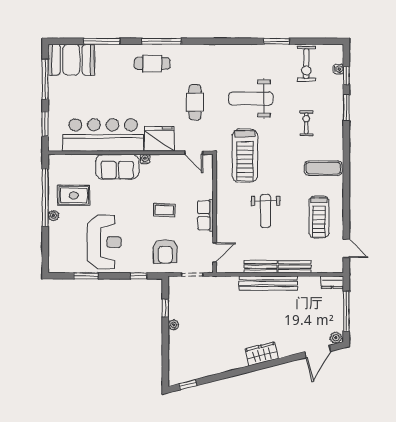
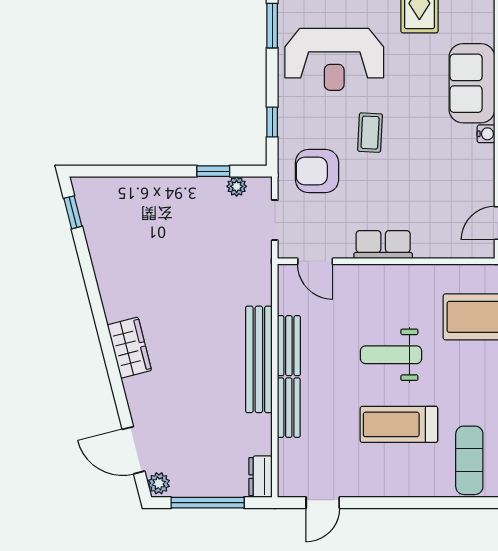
coffee table: (164, 210) -> (370, 133), moved
treadmill: (319, 217) -> (399, 424), moved
plant: (174, 325) -> (237, 186), moved

